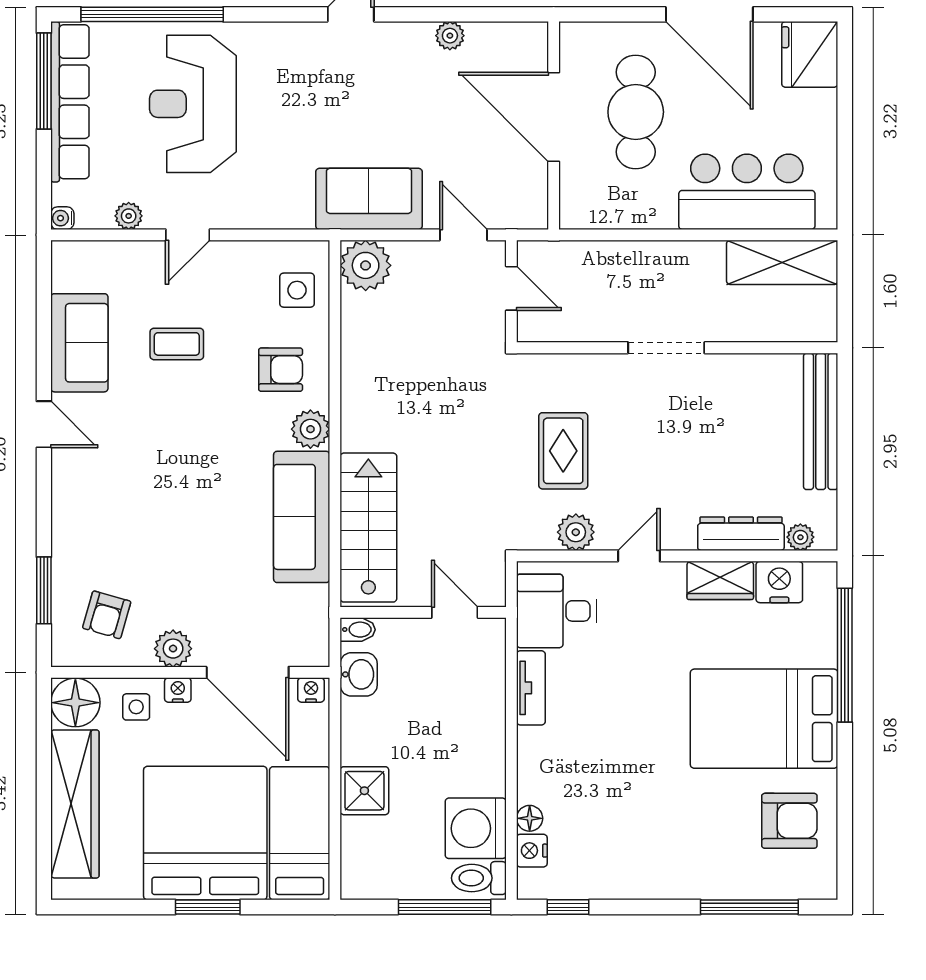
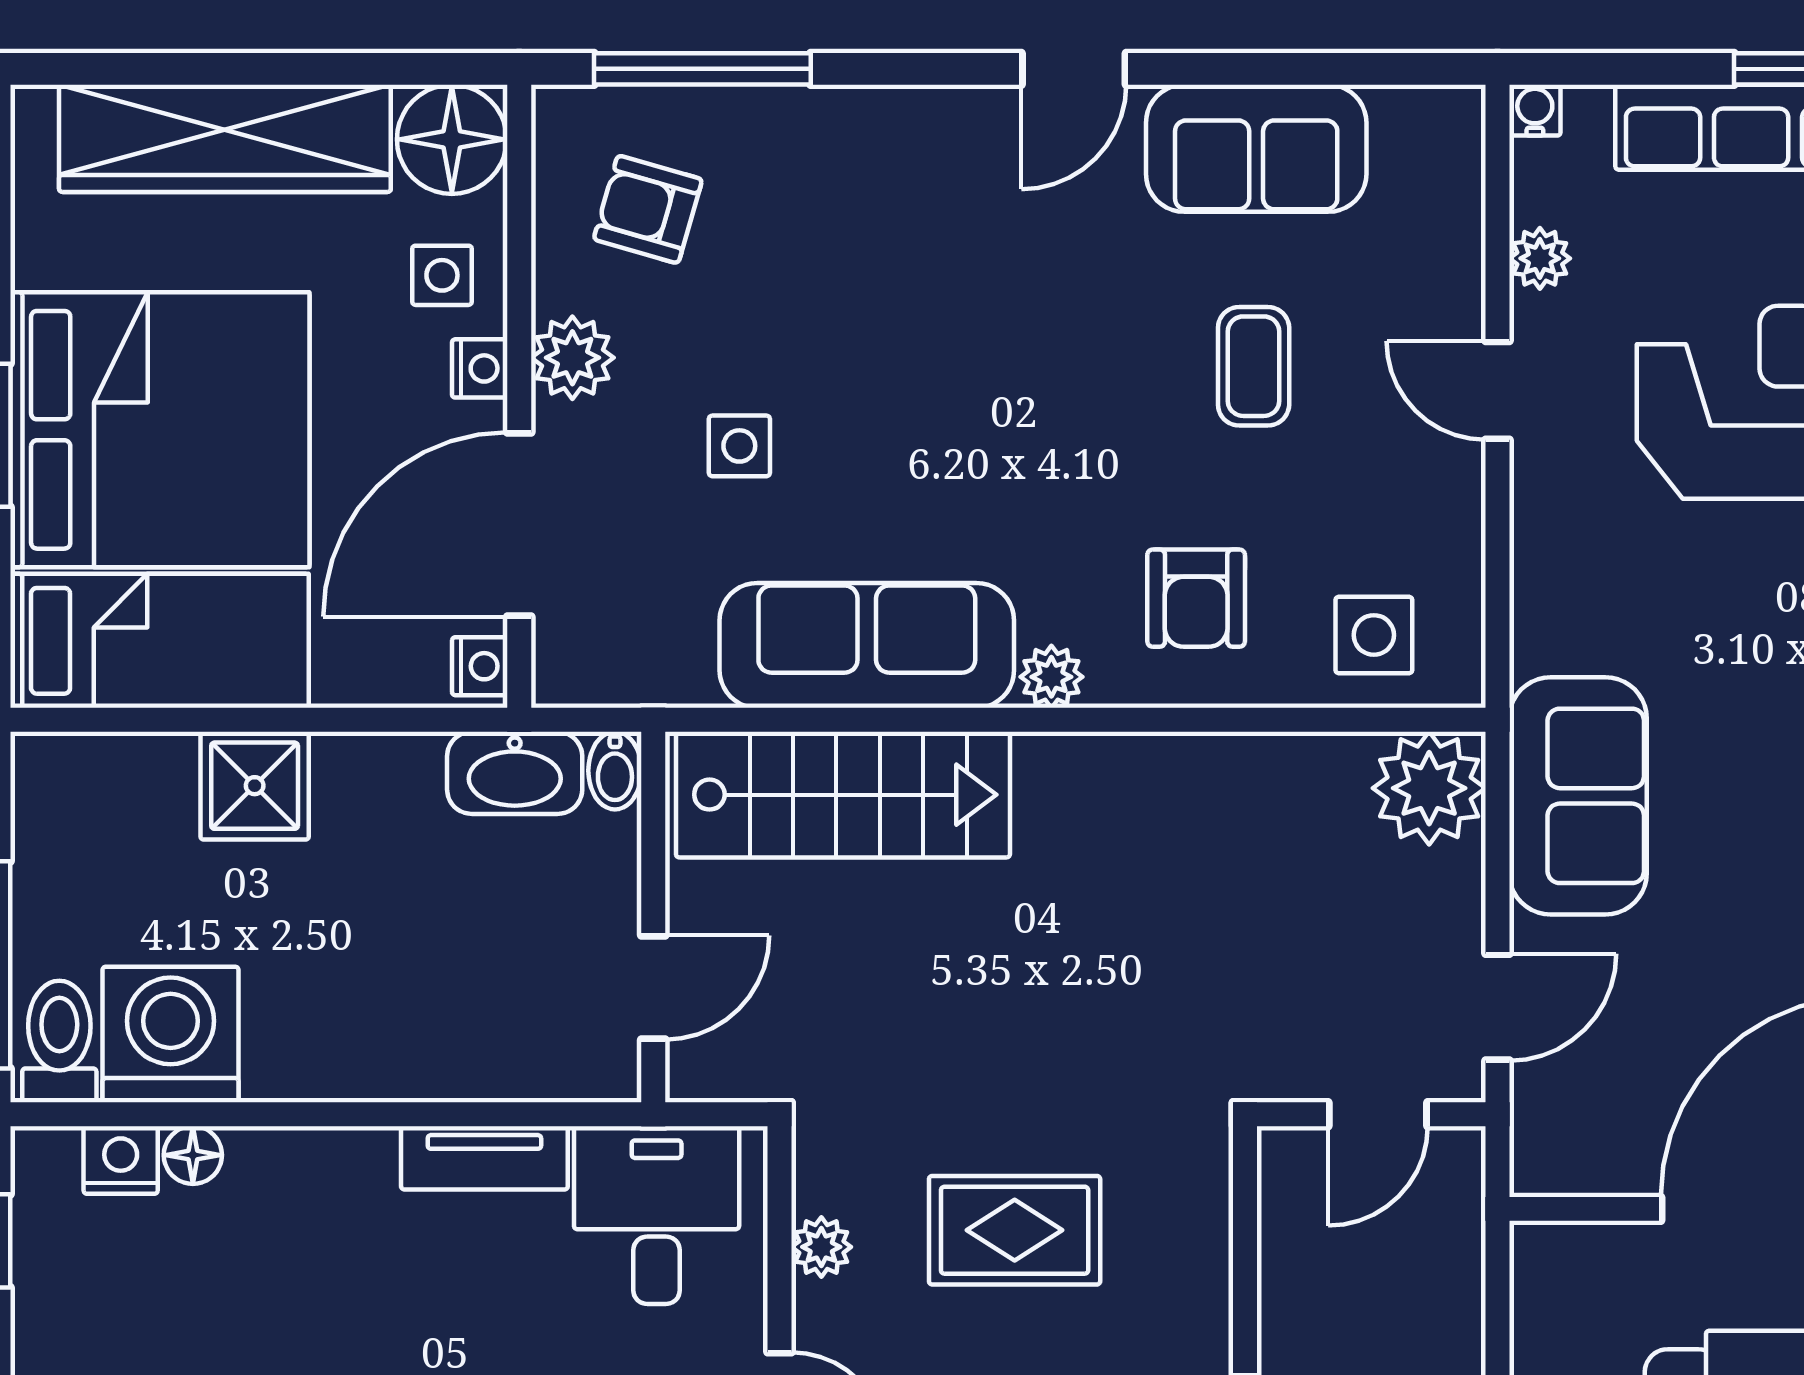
plant: (310, 429) -> (1051, 677), width x0.73, depth x0.73
plant: (576, 532) -> (821, 1247), width x0.73, depth x0.73
side table: (212, 574) -> (739, 446), added
window: (44, 590) -> (702, 69), width x1.44
washbasin: (359, 674) -> (515, 773), width x1.38

